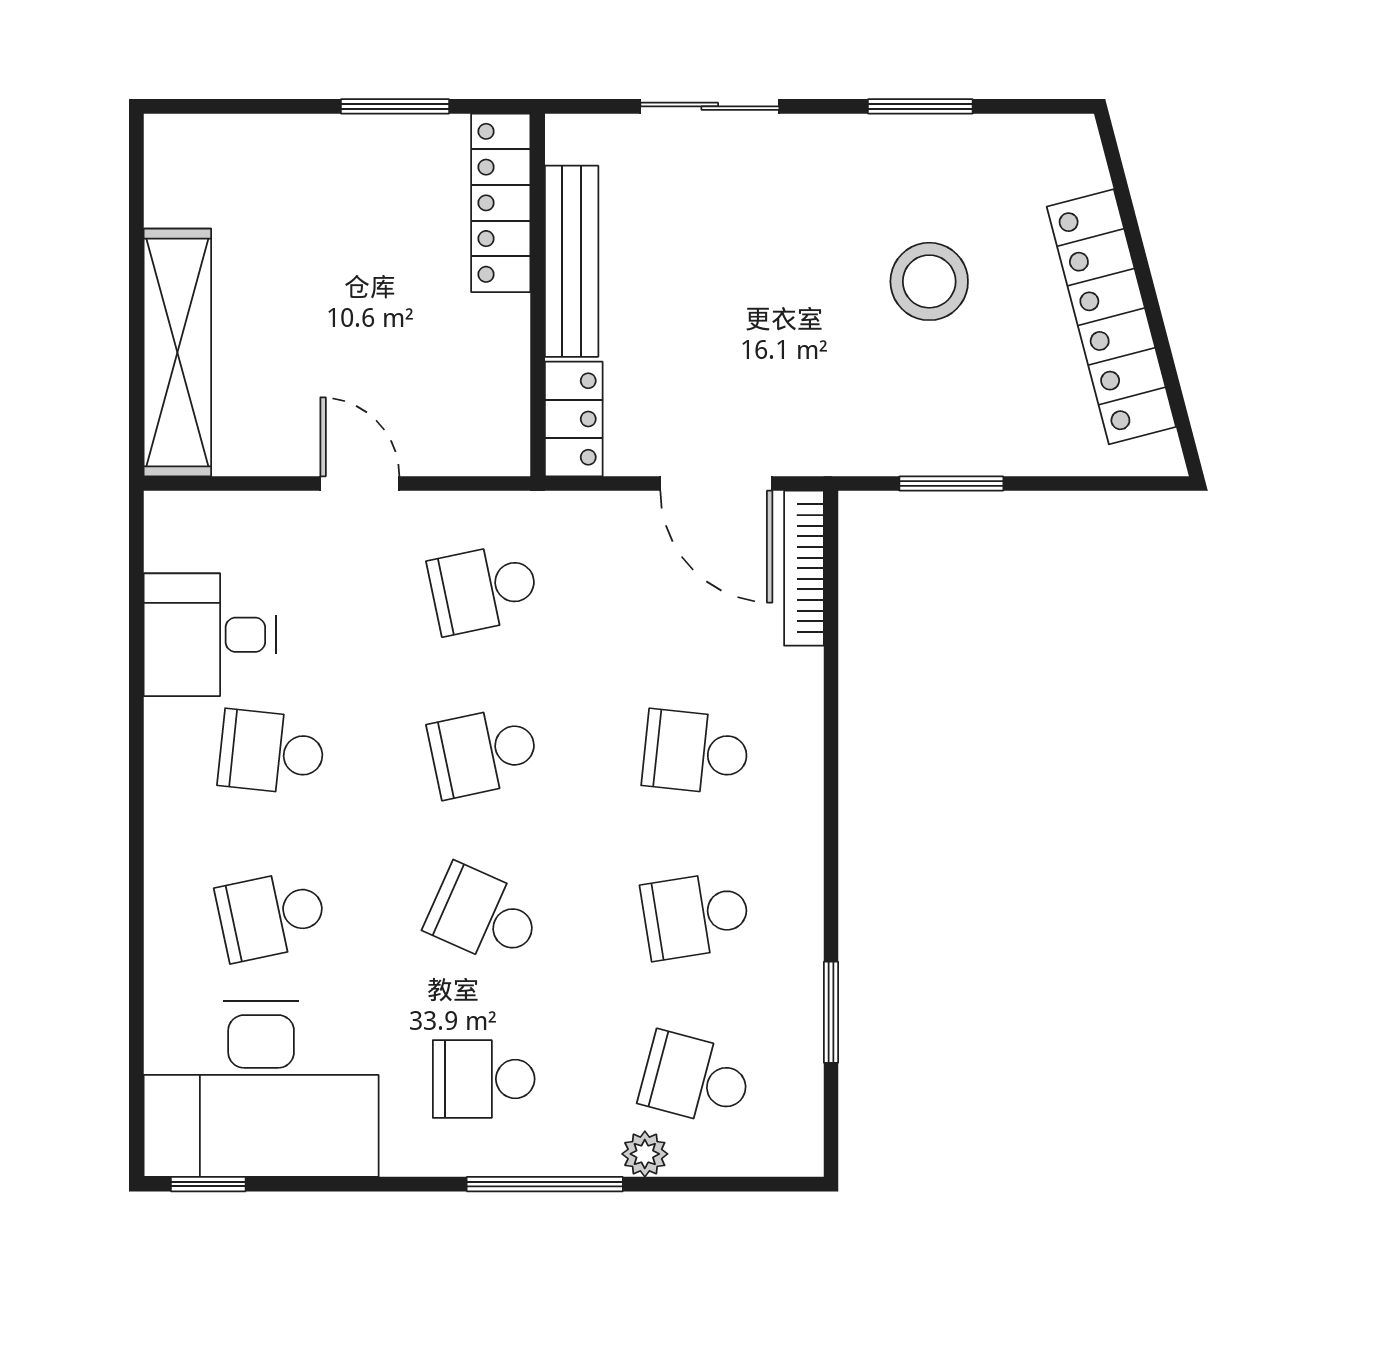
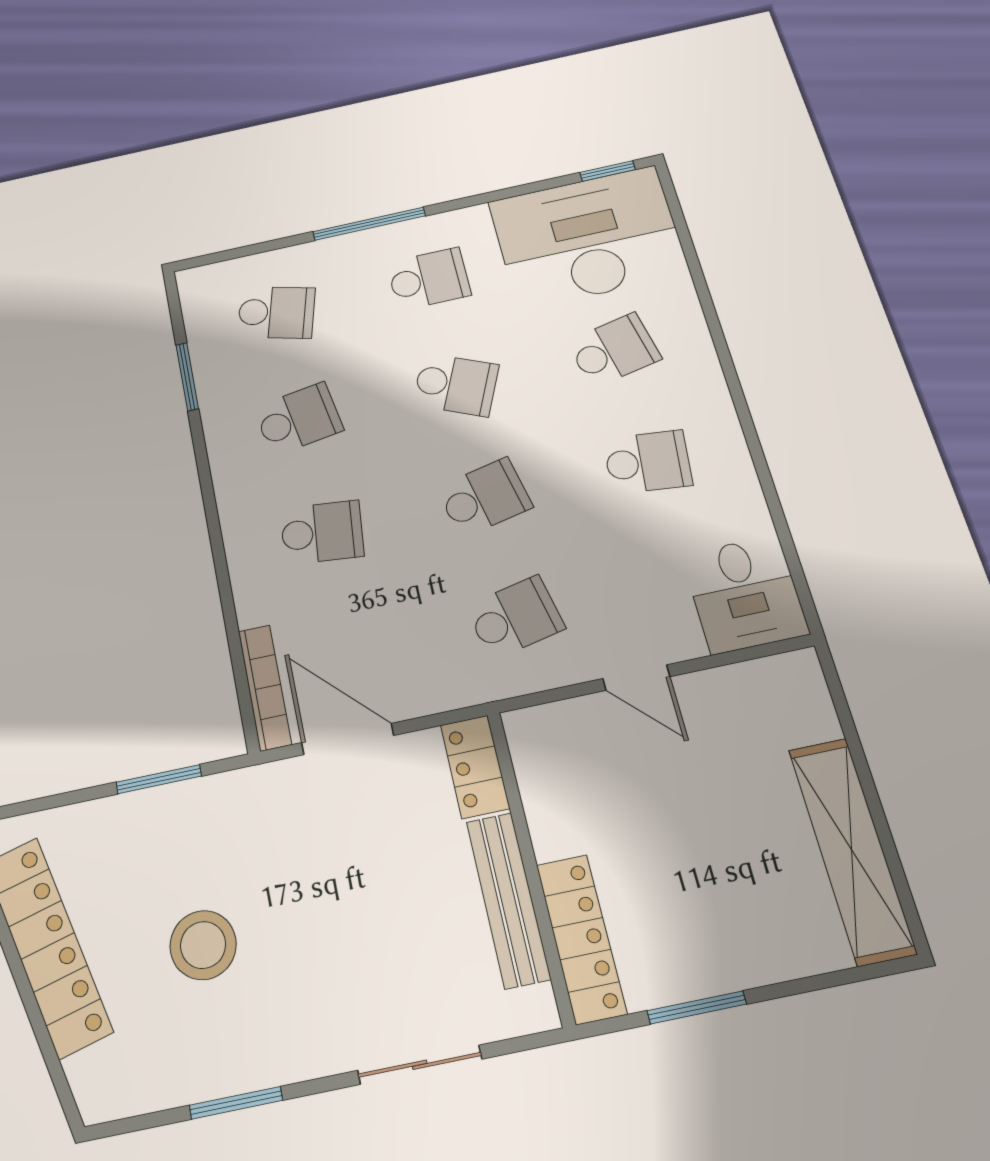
shelving: (177, 353) -> (851, 850), moved
desk: (210, 635) -> (745, 594), moved, turned 90
plant: (645, 1154) -> (303, 258), removed

